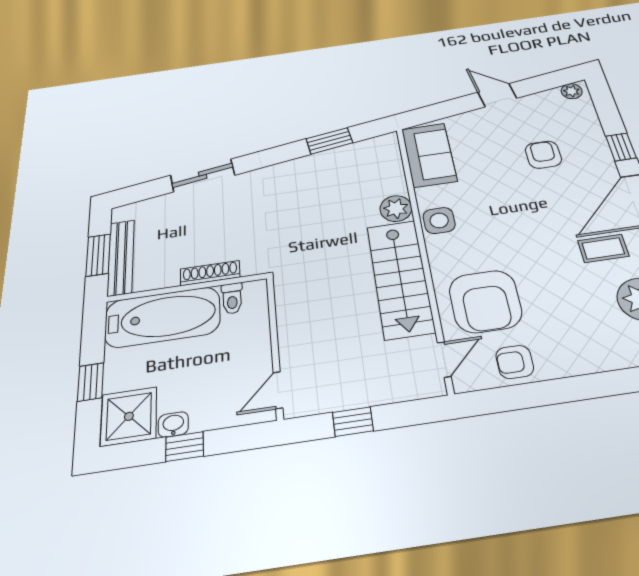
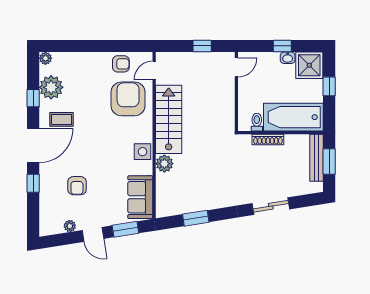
plant: (572, 91) -> (70, 226), moved
window: (445, 109) -> (125, 229), added

